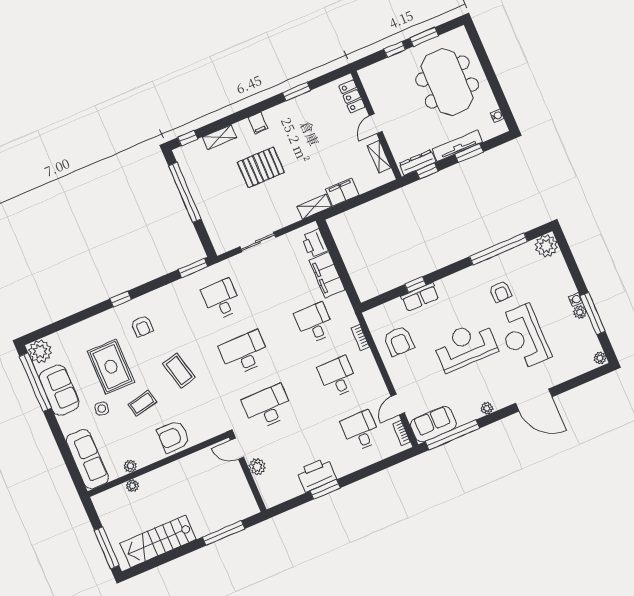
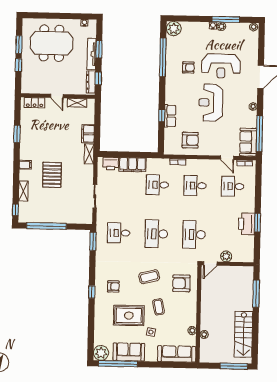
armchair: (173, 437) -> (181, 283), moved, turned 90

